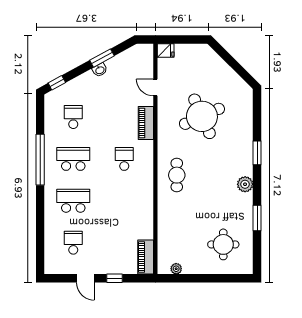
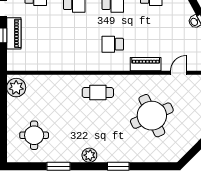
school desk: (124, 159) -> (113, 44), turned 180
piano: (146, 257) -> (14, 33), moved, turned 90
plant: (176, 269) -> (16, 88), width x1.87, depth x1.87

